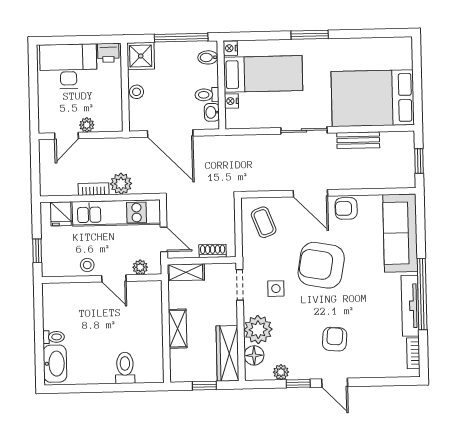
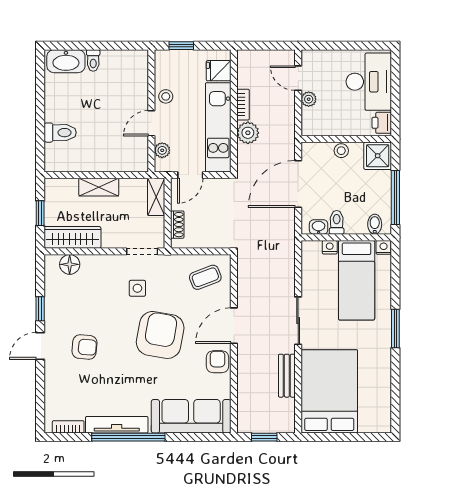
plant: (258, 330) -> (96, 269), removed
plant: (281, 372) -> (52, 291), removed

